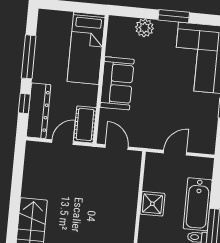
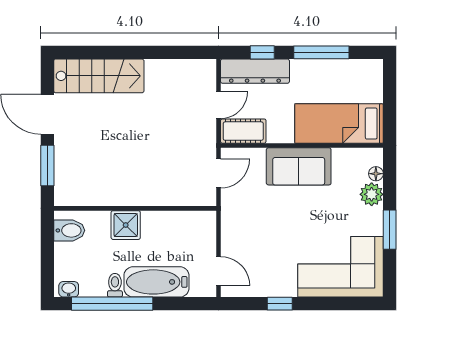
floor lamp: (129, 23) -> (376, 174), added
door: (63, 142) -> (218, 105), hinge flipped
door: (175, 153) -> (218, 271), moved
shower: (152, 204) -> (126, 225), moved

